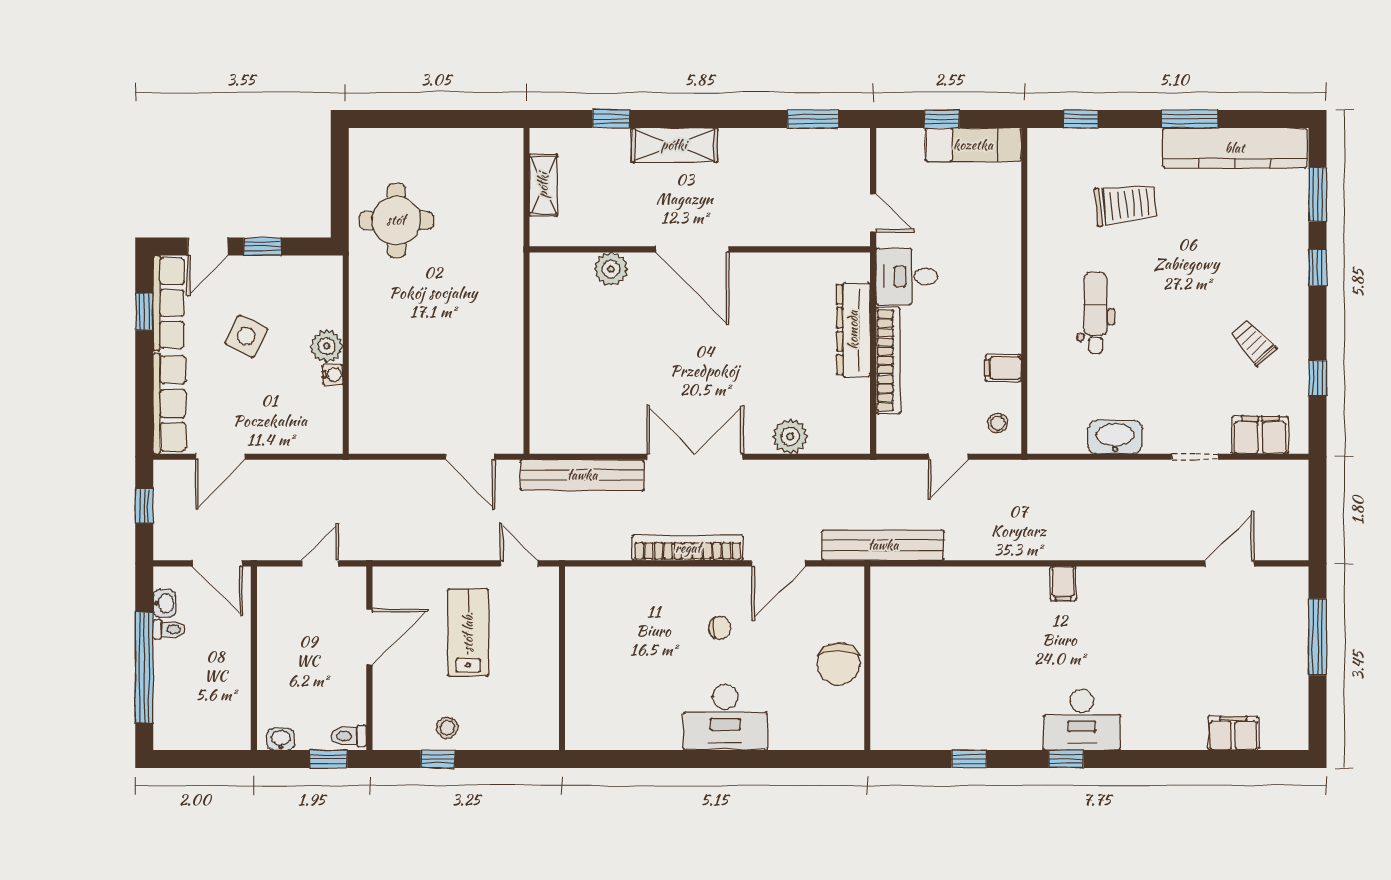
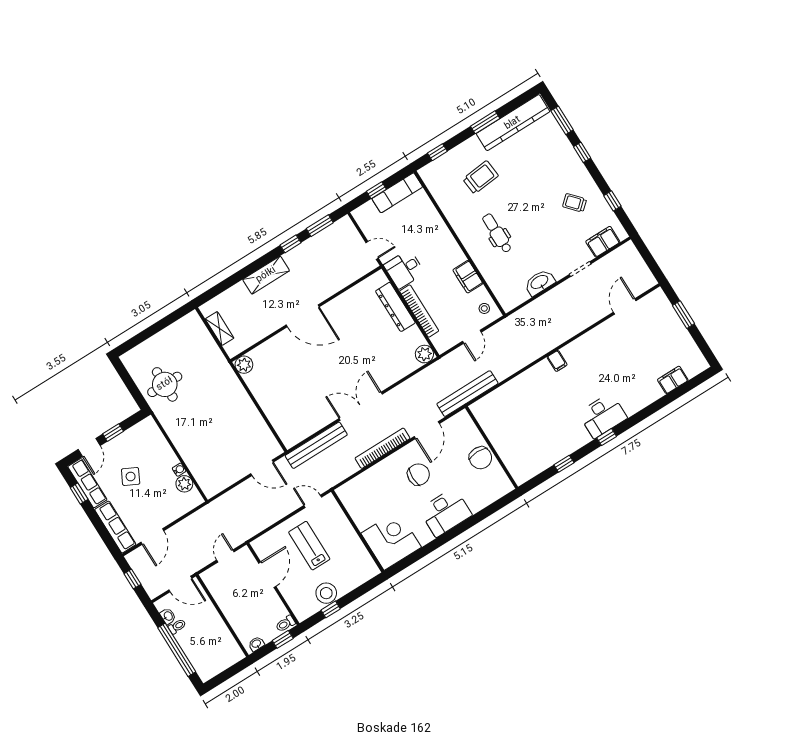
window: (611, 119) -> (290, 244), moved
plant: (611, 269) -> (244, 365), moved
plant: (327, 346) -> (184, 484), moved
filing cabinet: (1003, 368) -> (468, 277), width x2.00
plant: (790, 436) -> (424, 354), moved
chair: (720, 628) -> (418, 474), width x1.87, depth x1.87
window: (1318, 637) -> (683, 315), width x0.69
corner desk: (608, 707) -> (391, 540), added
stool: (447, 728) -> (326, 593), width x1.89, depth x1.89

